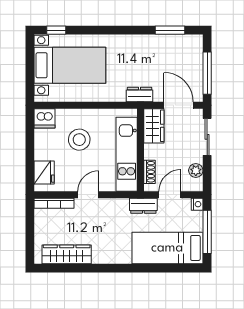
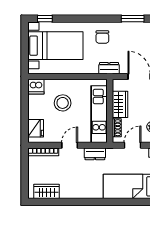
chair: (131, 54) -> (102, 37), added
wardrobe: (154, 126) -> (120, 104), moved
dresser: (143, 206) -> (95, 154), moved
wardrobe: (67, 254) -> (47, 191), width x0.67

